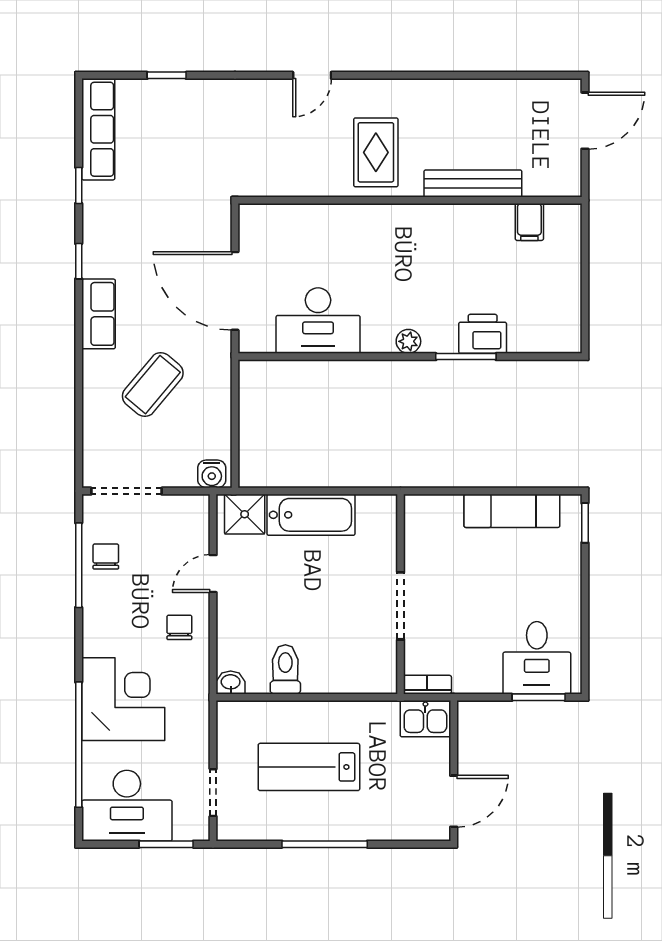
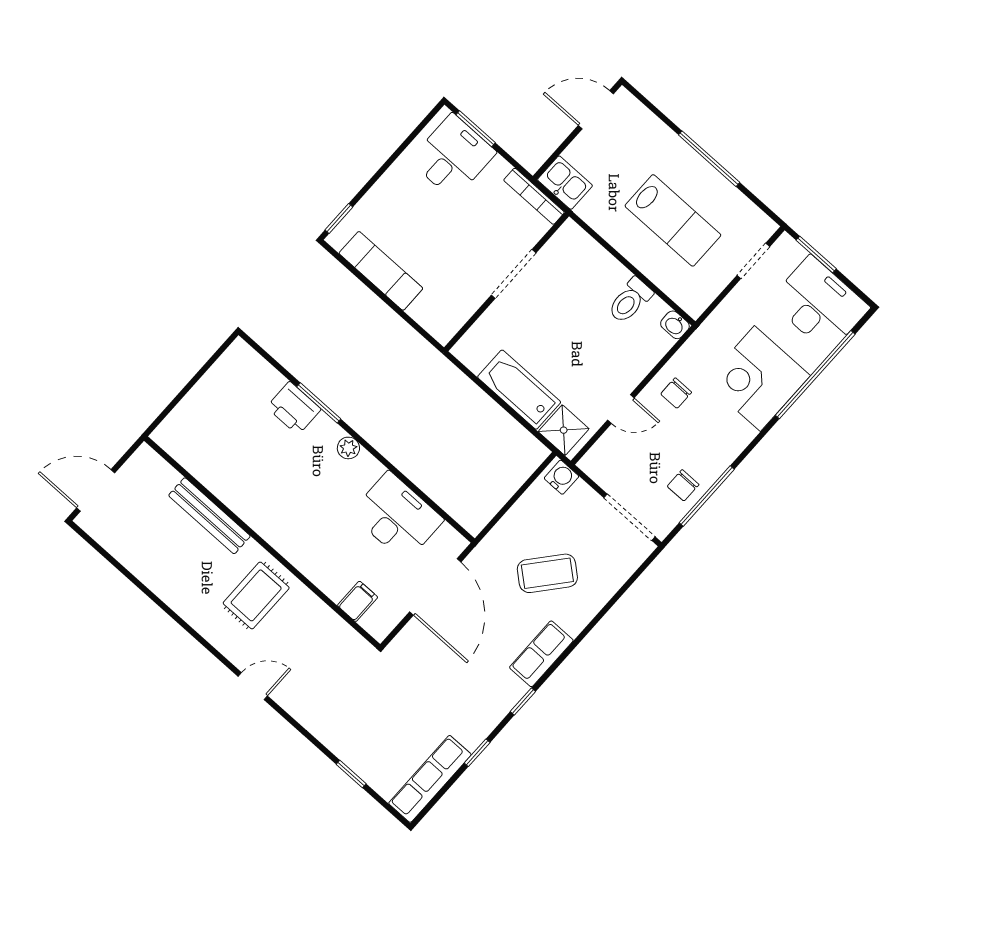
filing cabinet: (529, 222) -> (358, 601), moved
bookcase: (427, 685) -> (534, 196), width x1.56

